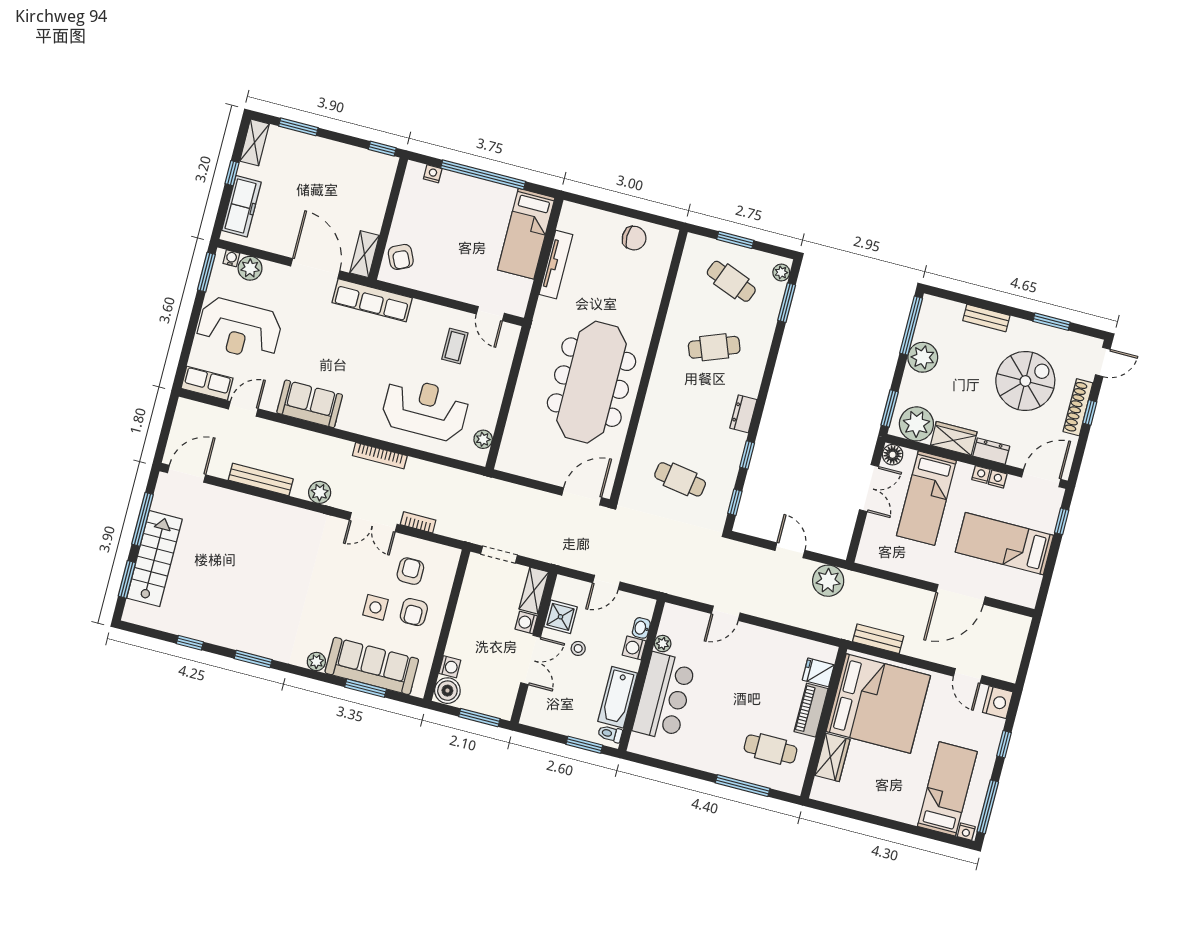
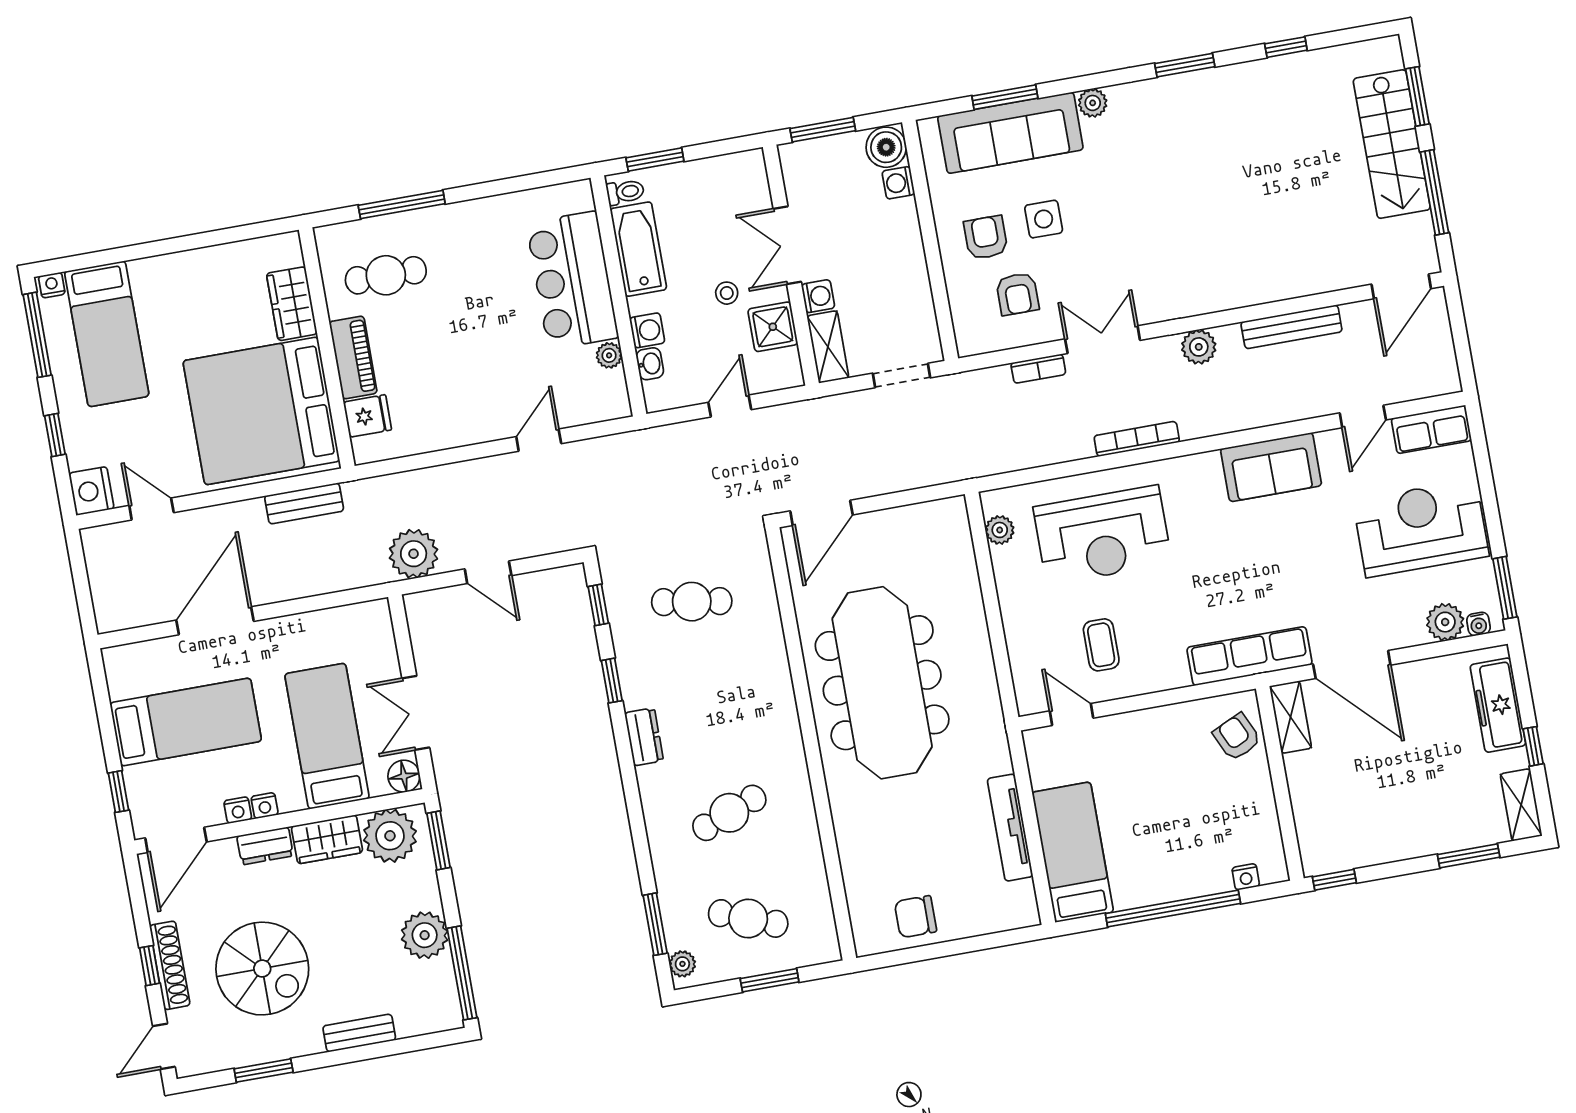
spiral stairs: (1025, 381) -> (262, 969), turned -90

